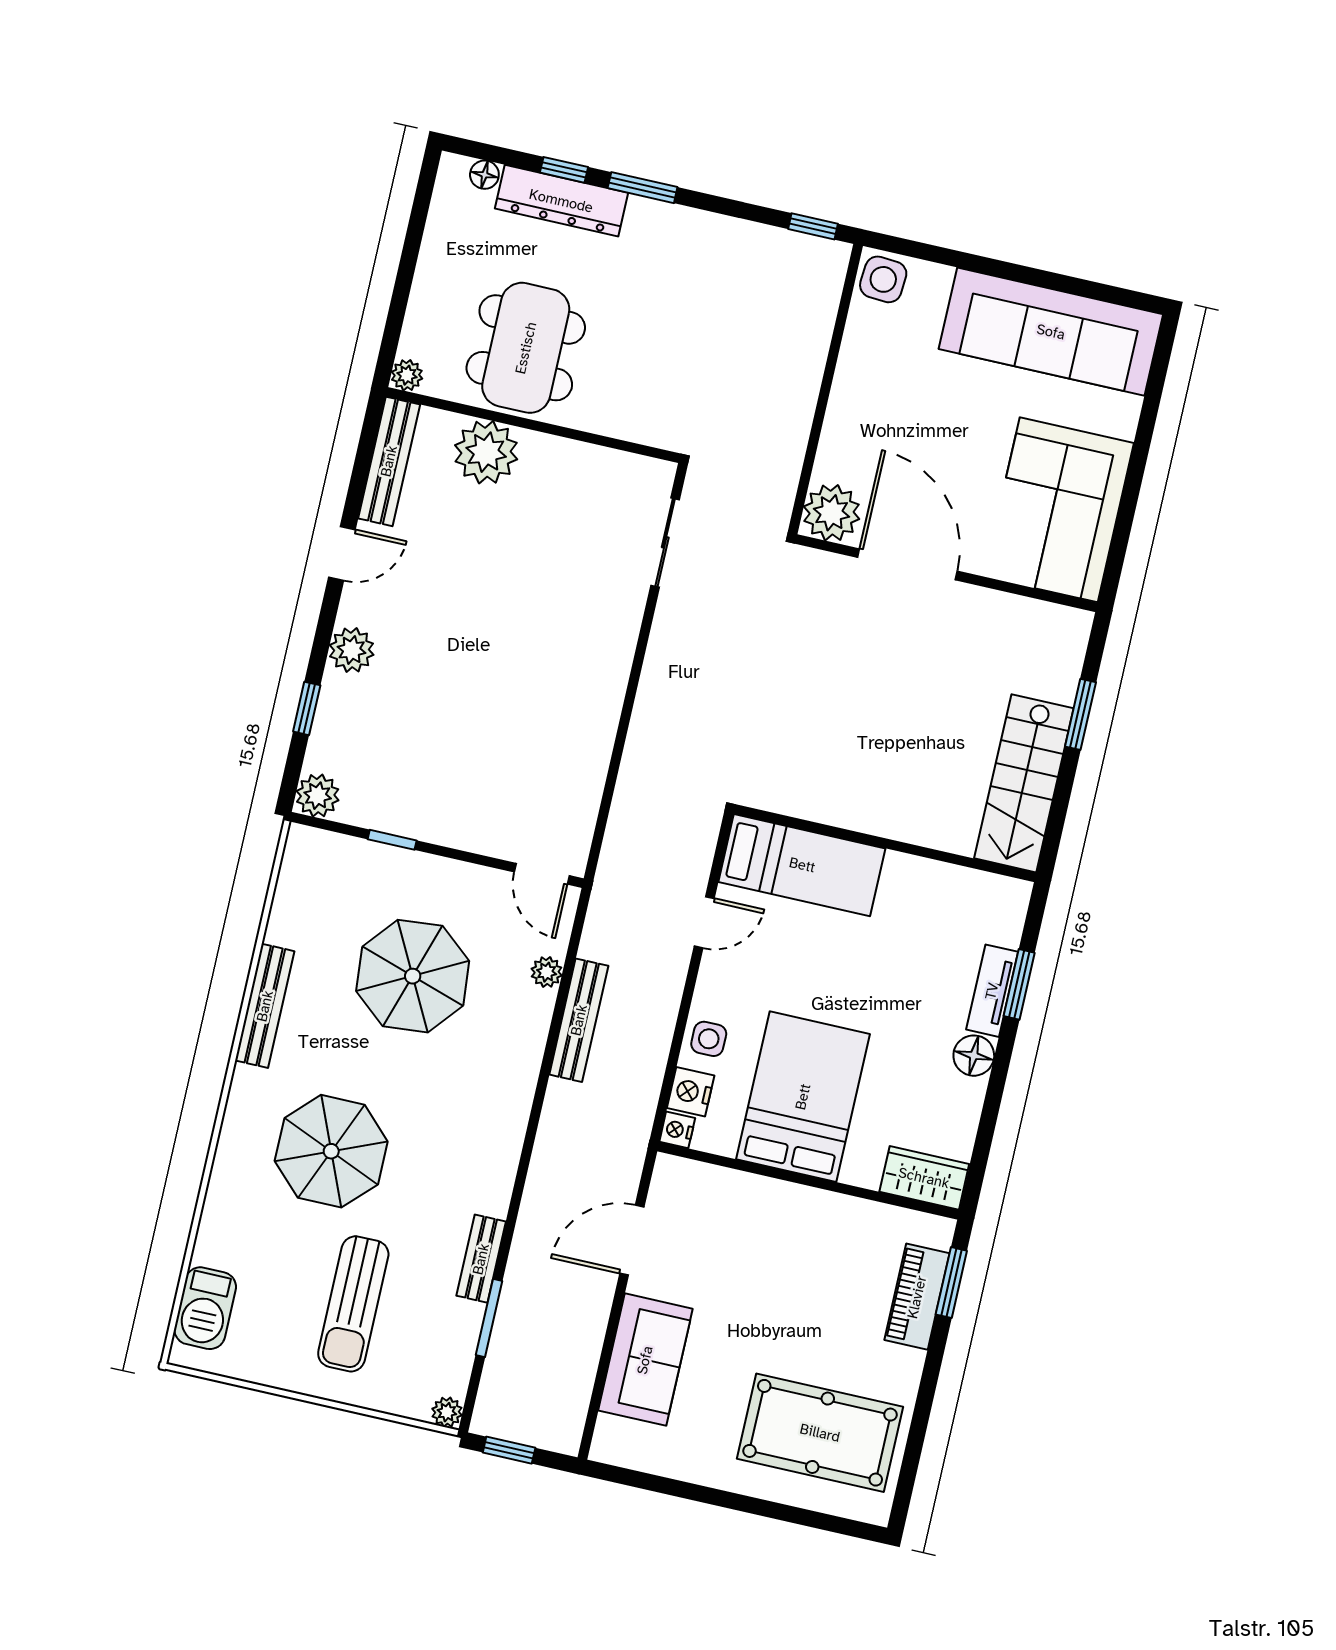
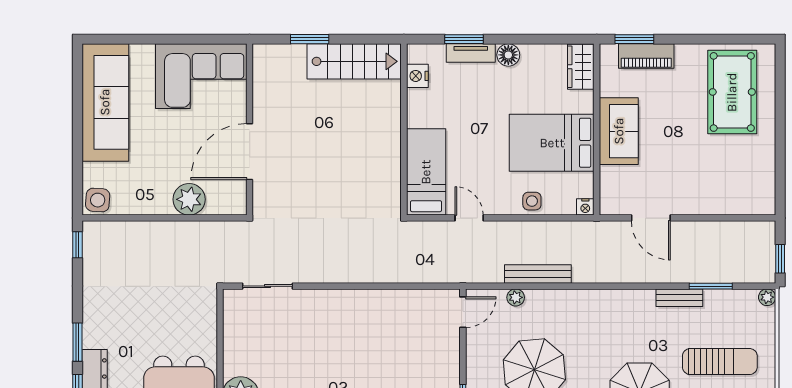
plant: (832, 513) -> (189, 199), moved
nightstand: (691, 1092) -> (417, 76), moved, turned 90
sofa: (645, 1360) -> (619, 131), moved, turned 90

